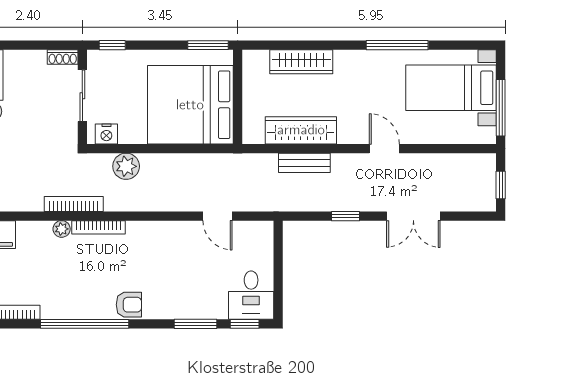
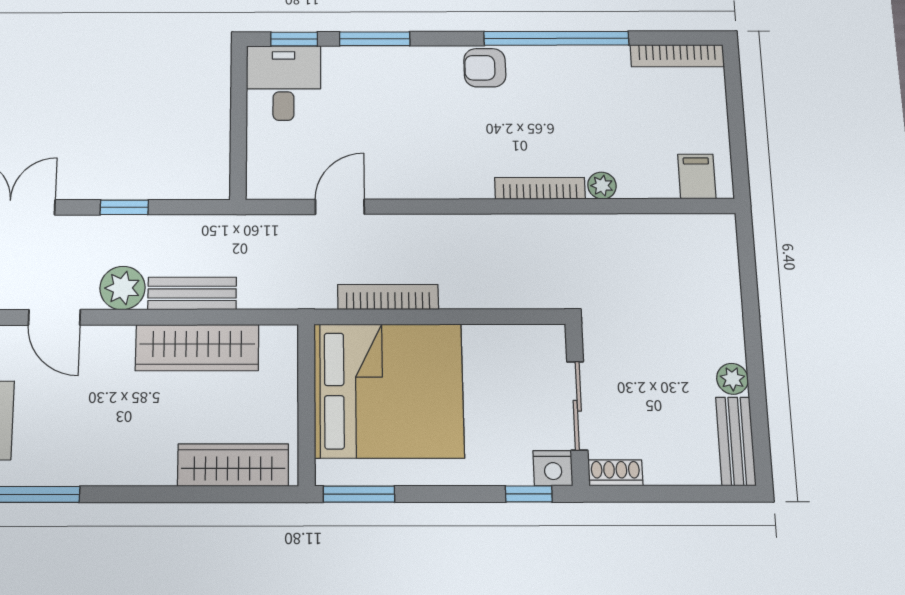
wardrobe: (301, 62) -> (233, 465), moved
nightstand: (106, 134) -> (553, 468), moved, turned 180
plant: (126, 166) -> (122, 288), moved
bookcase: (74, 204) -> (388, 297), moved, turned 180
door: (218, 216) -> (340, 207), hinge flipped

